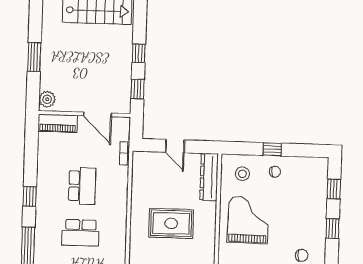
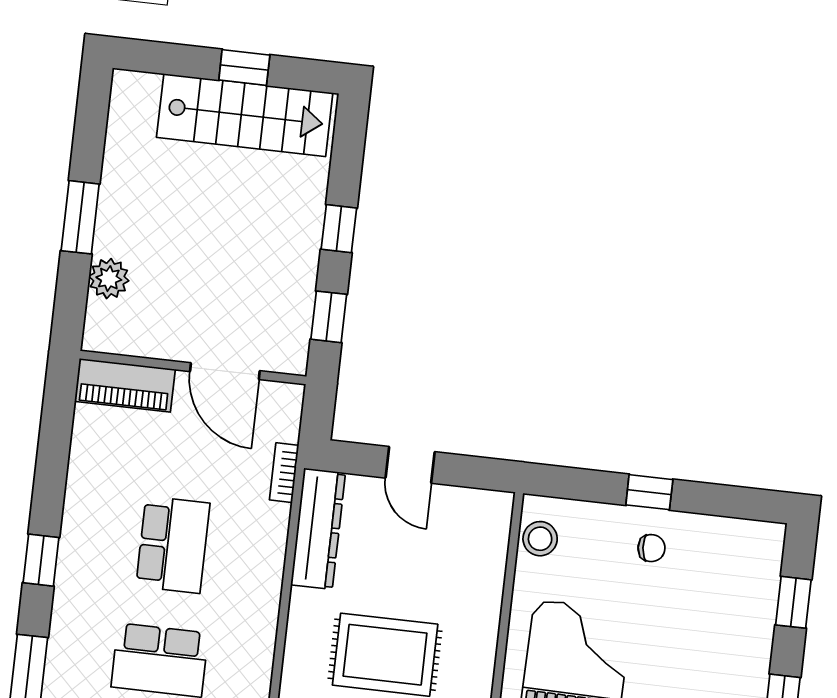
plant: (47, 99) -> (109, 279), moved
stool: (242, 174) -> (540, 539), moved
dresser: (209, 177) -> (318, 529), moved, turned 180

